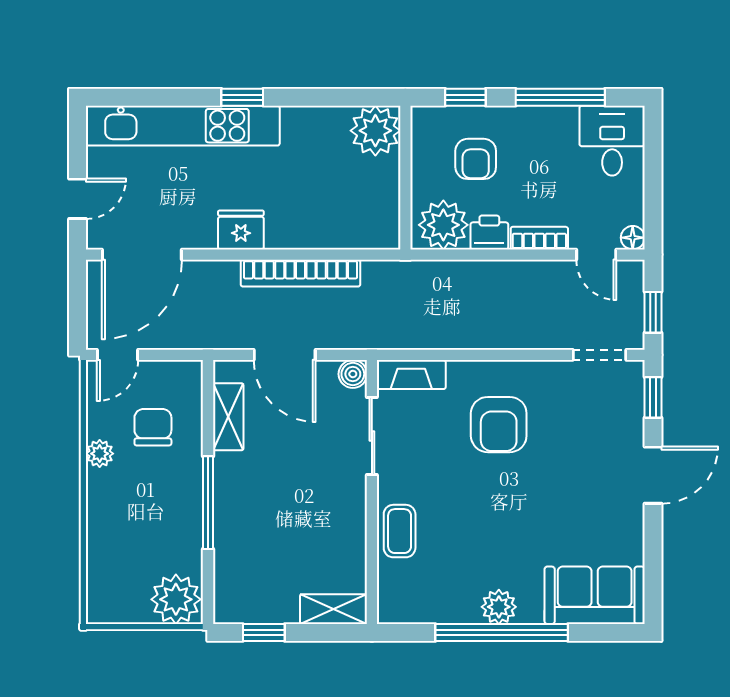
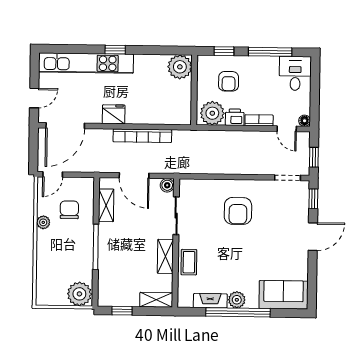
fireplace: (411, 375) -> (210, 301), moved, turned 180
shelving: (351, 520) -> (165, 256), added

